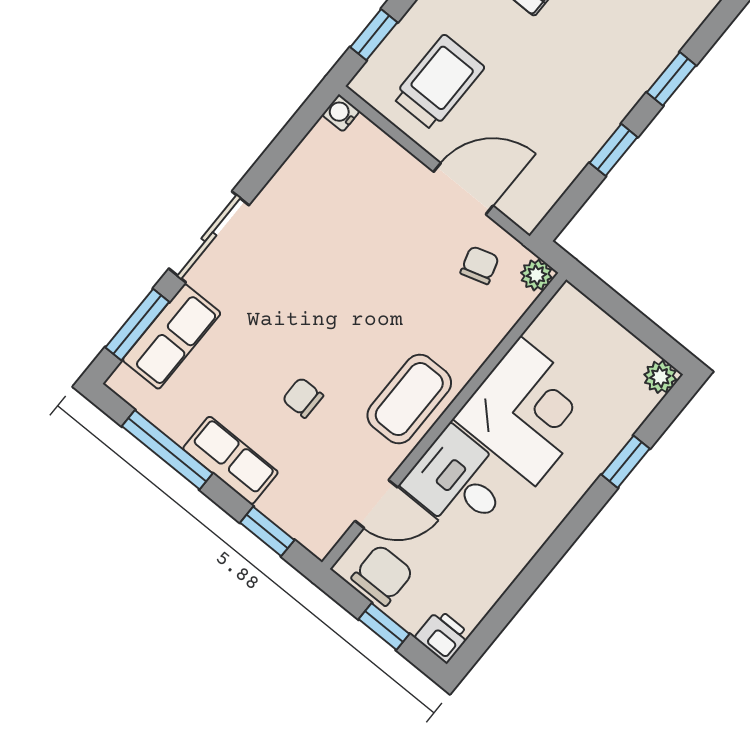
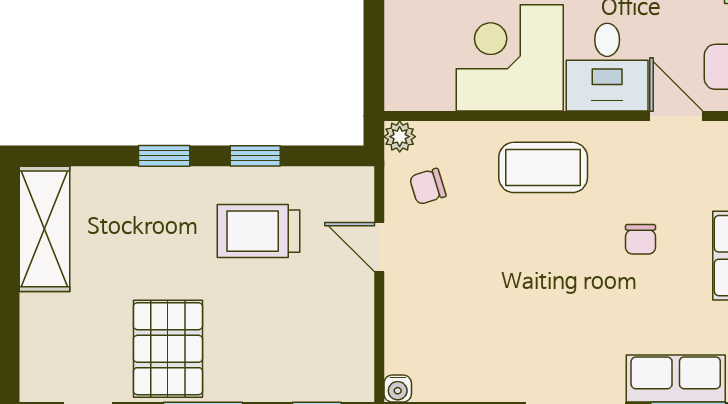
trolley: (438, 82) -> (258, 231), moved
door: (463, 189) -> (379, 247), width x0.73
coffee table: (409, 399) -> (543, 167), moved

